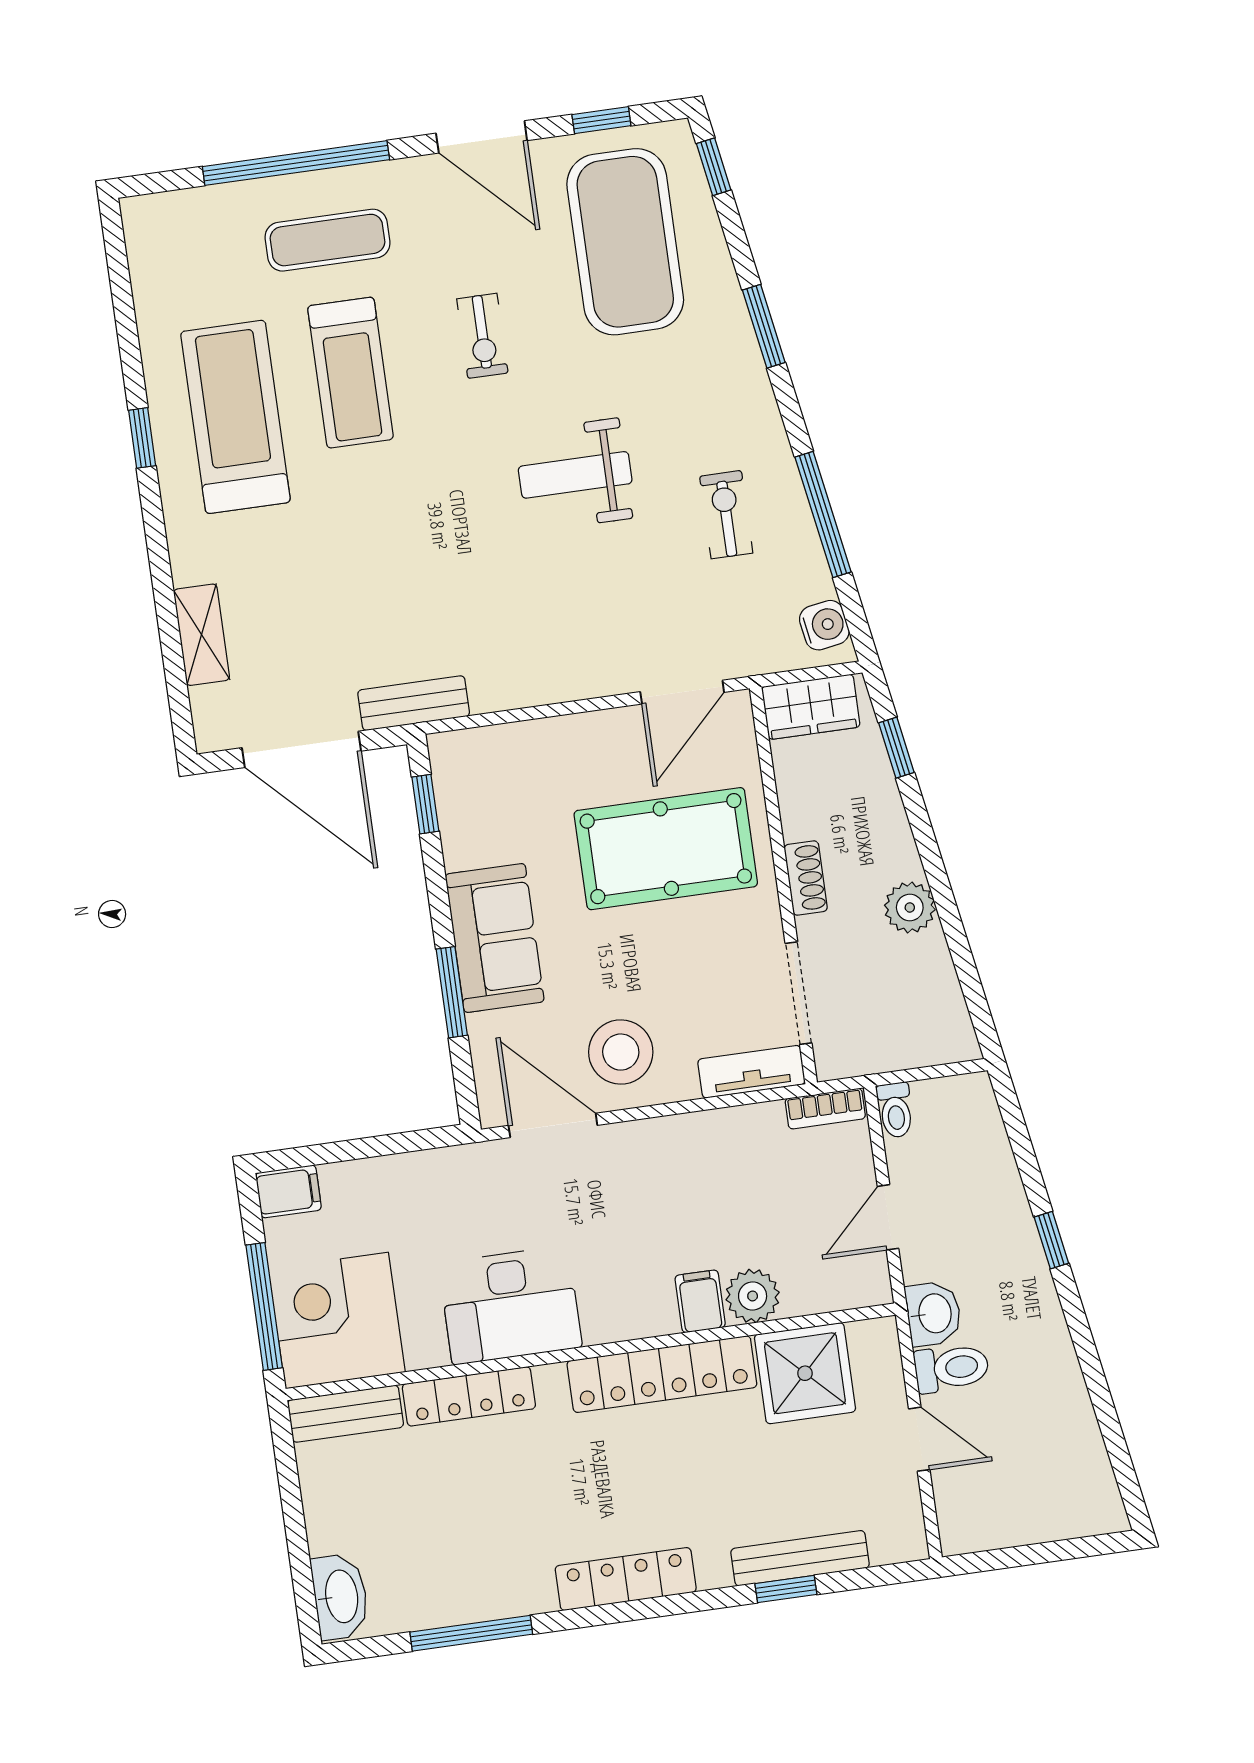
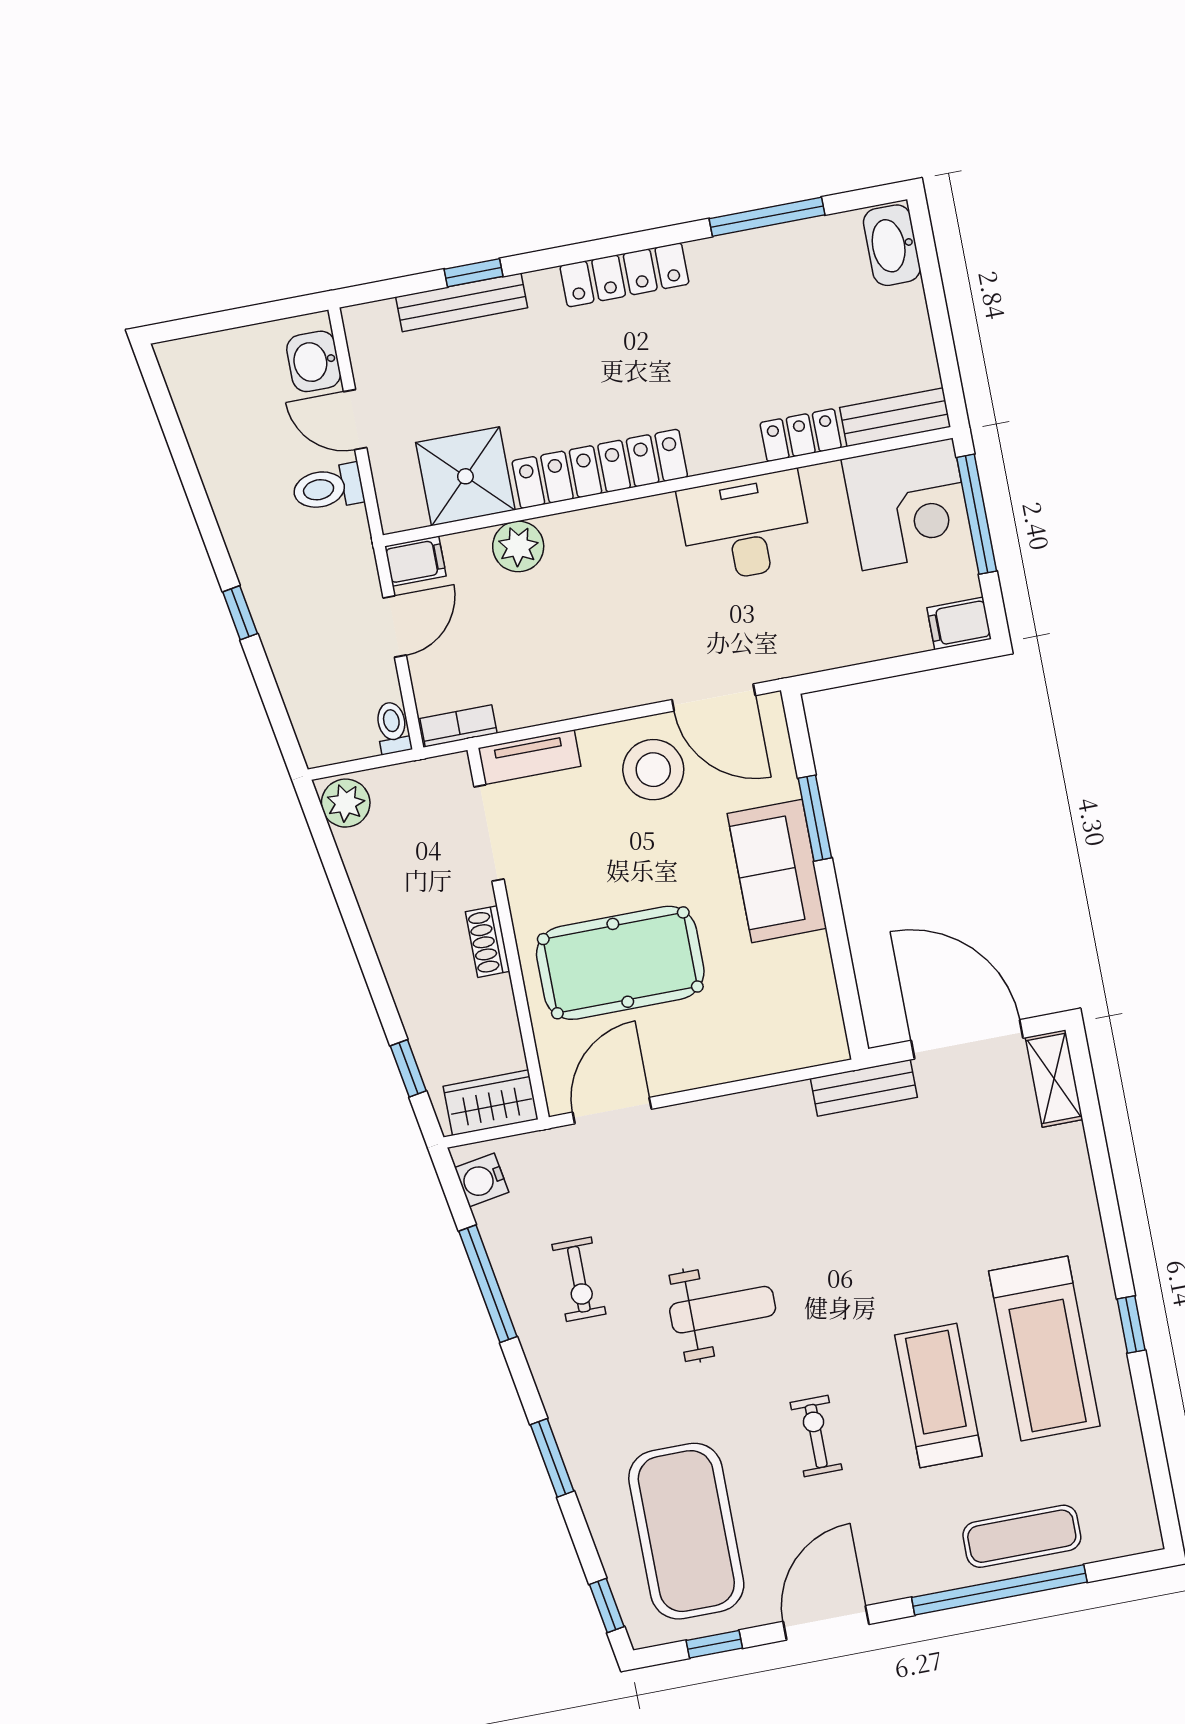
door: (482, 137) -> (826, 1623), hinge flipped
exercise mat: (328, 240) -> (1022, 1536), moved
shelving: (202, 635) -> (1054, 1078), moved
window: (425, 804) -> (848, 994), removed
plant: (910, 907) -> (346, 803), moved
filing cabinet: (700, 1301) -> (415, 561), moved, turned -90
washbasin: (933, 1314) -> (314, 361), moved
locker: (469, 1396) -> (801, 435), width x0.66

